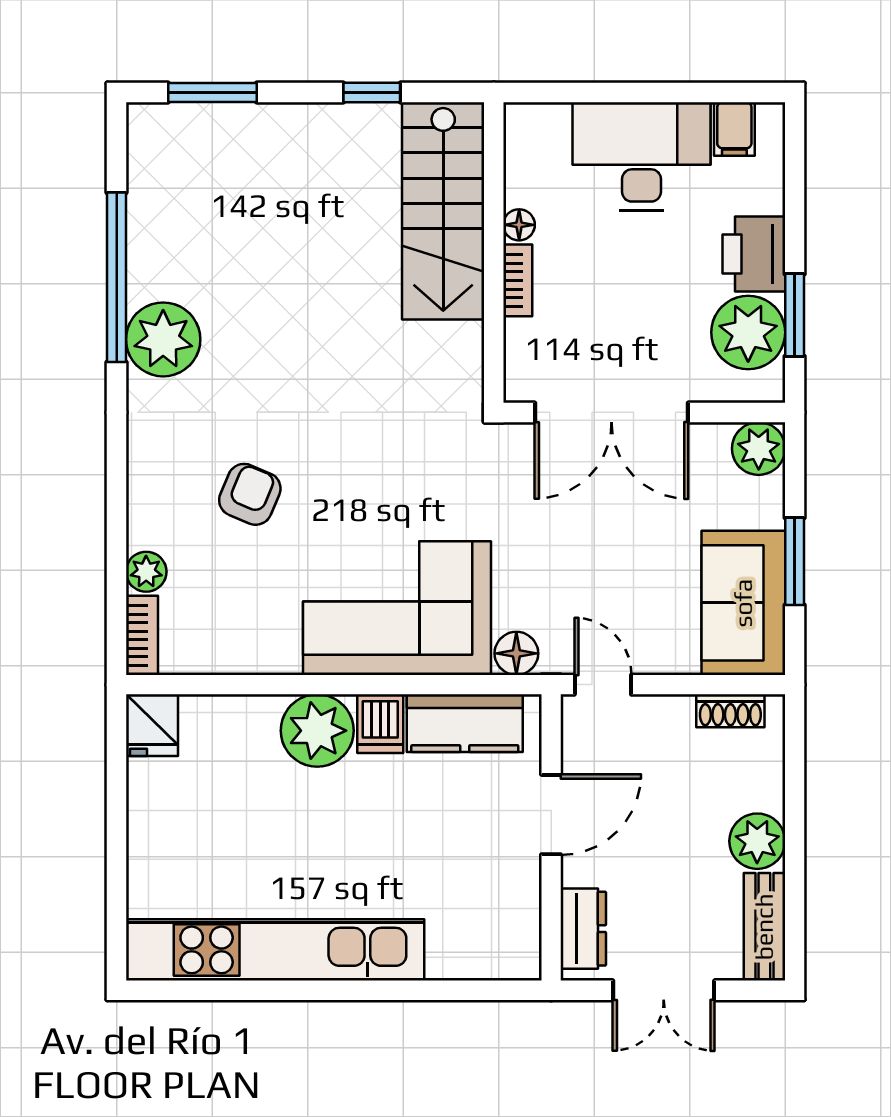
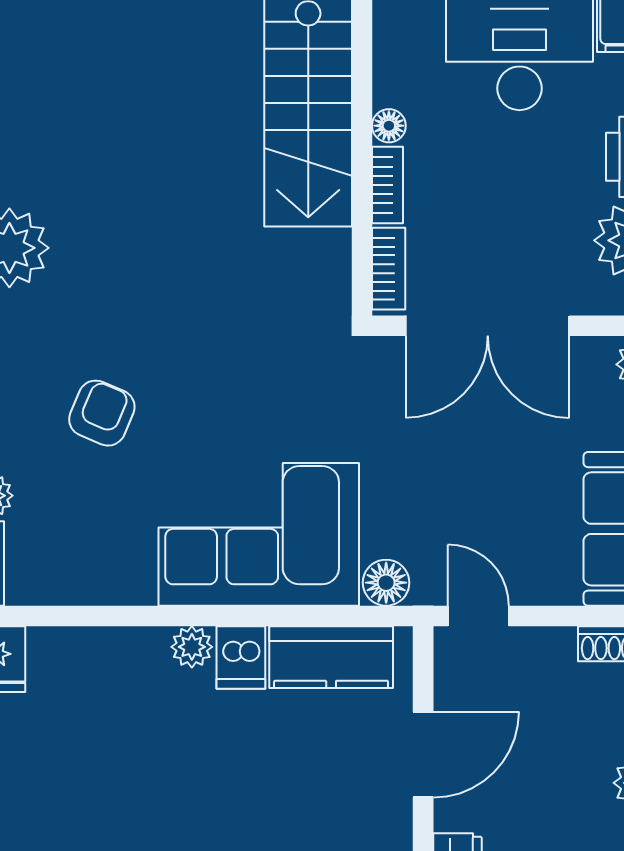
bookcase: (519, 359) -> (389, 269), added
plant: (317, 731) -> (192, 647), width x0.53, depth x0.53

